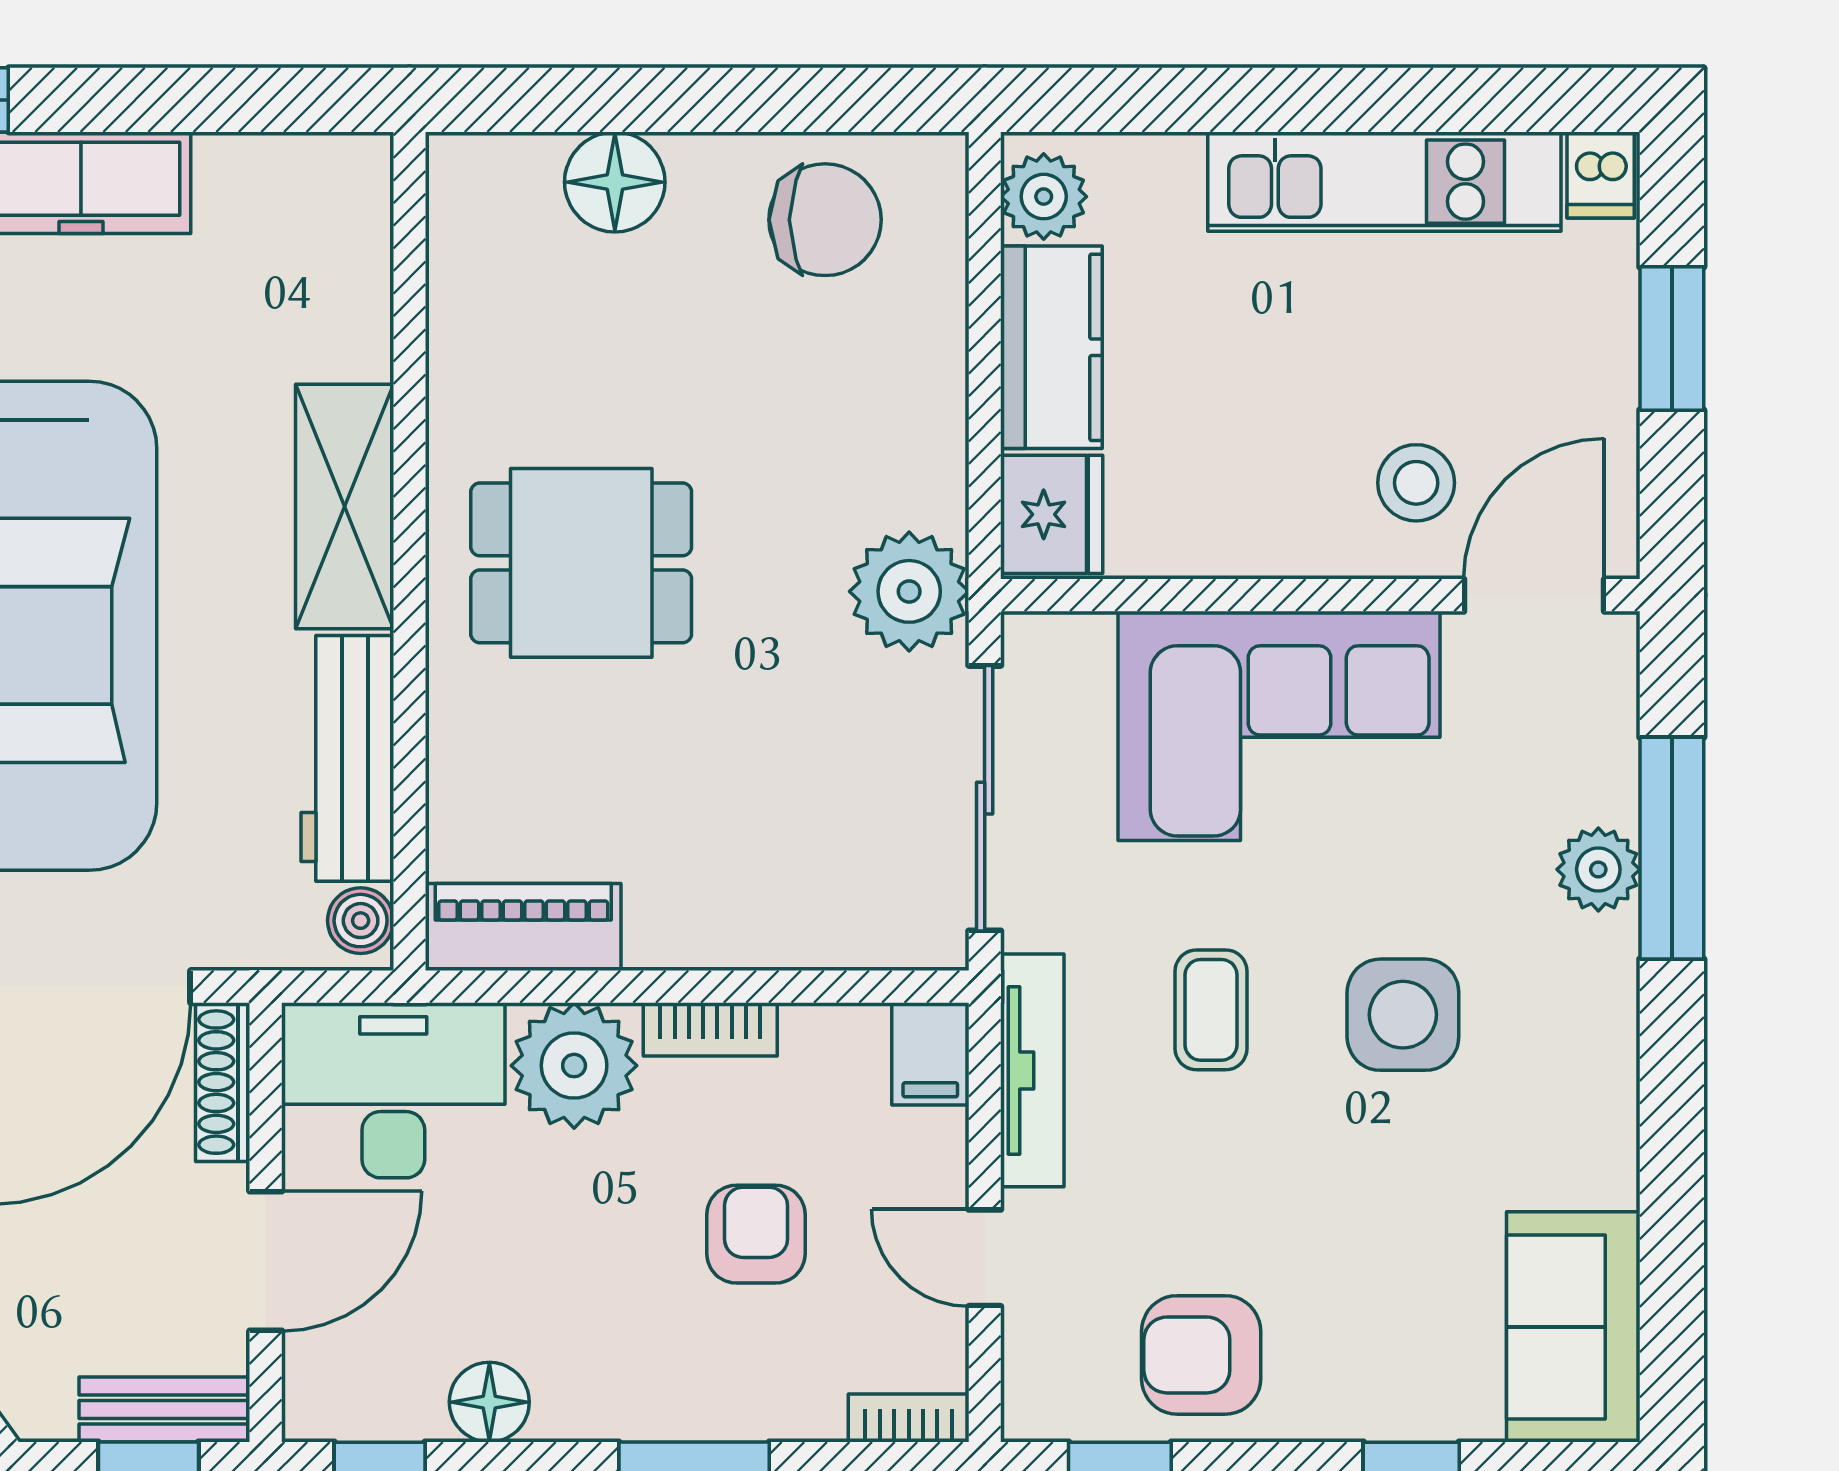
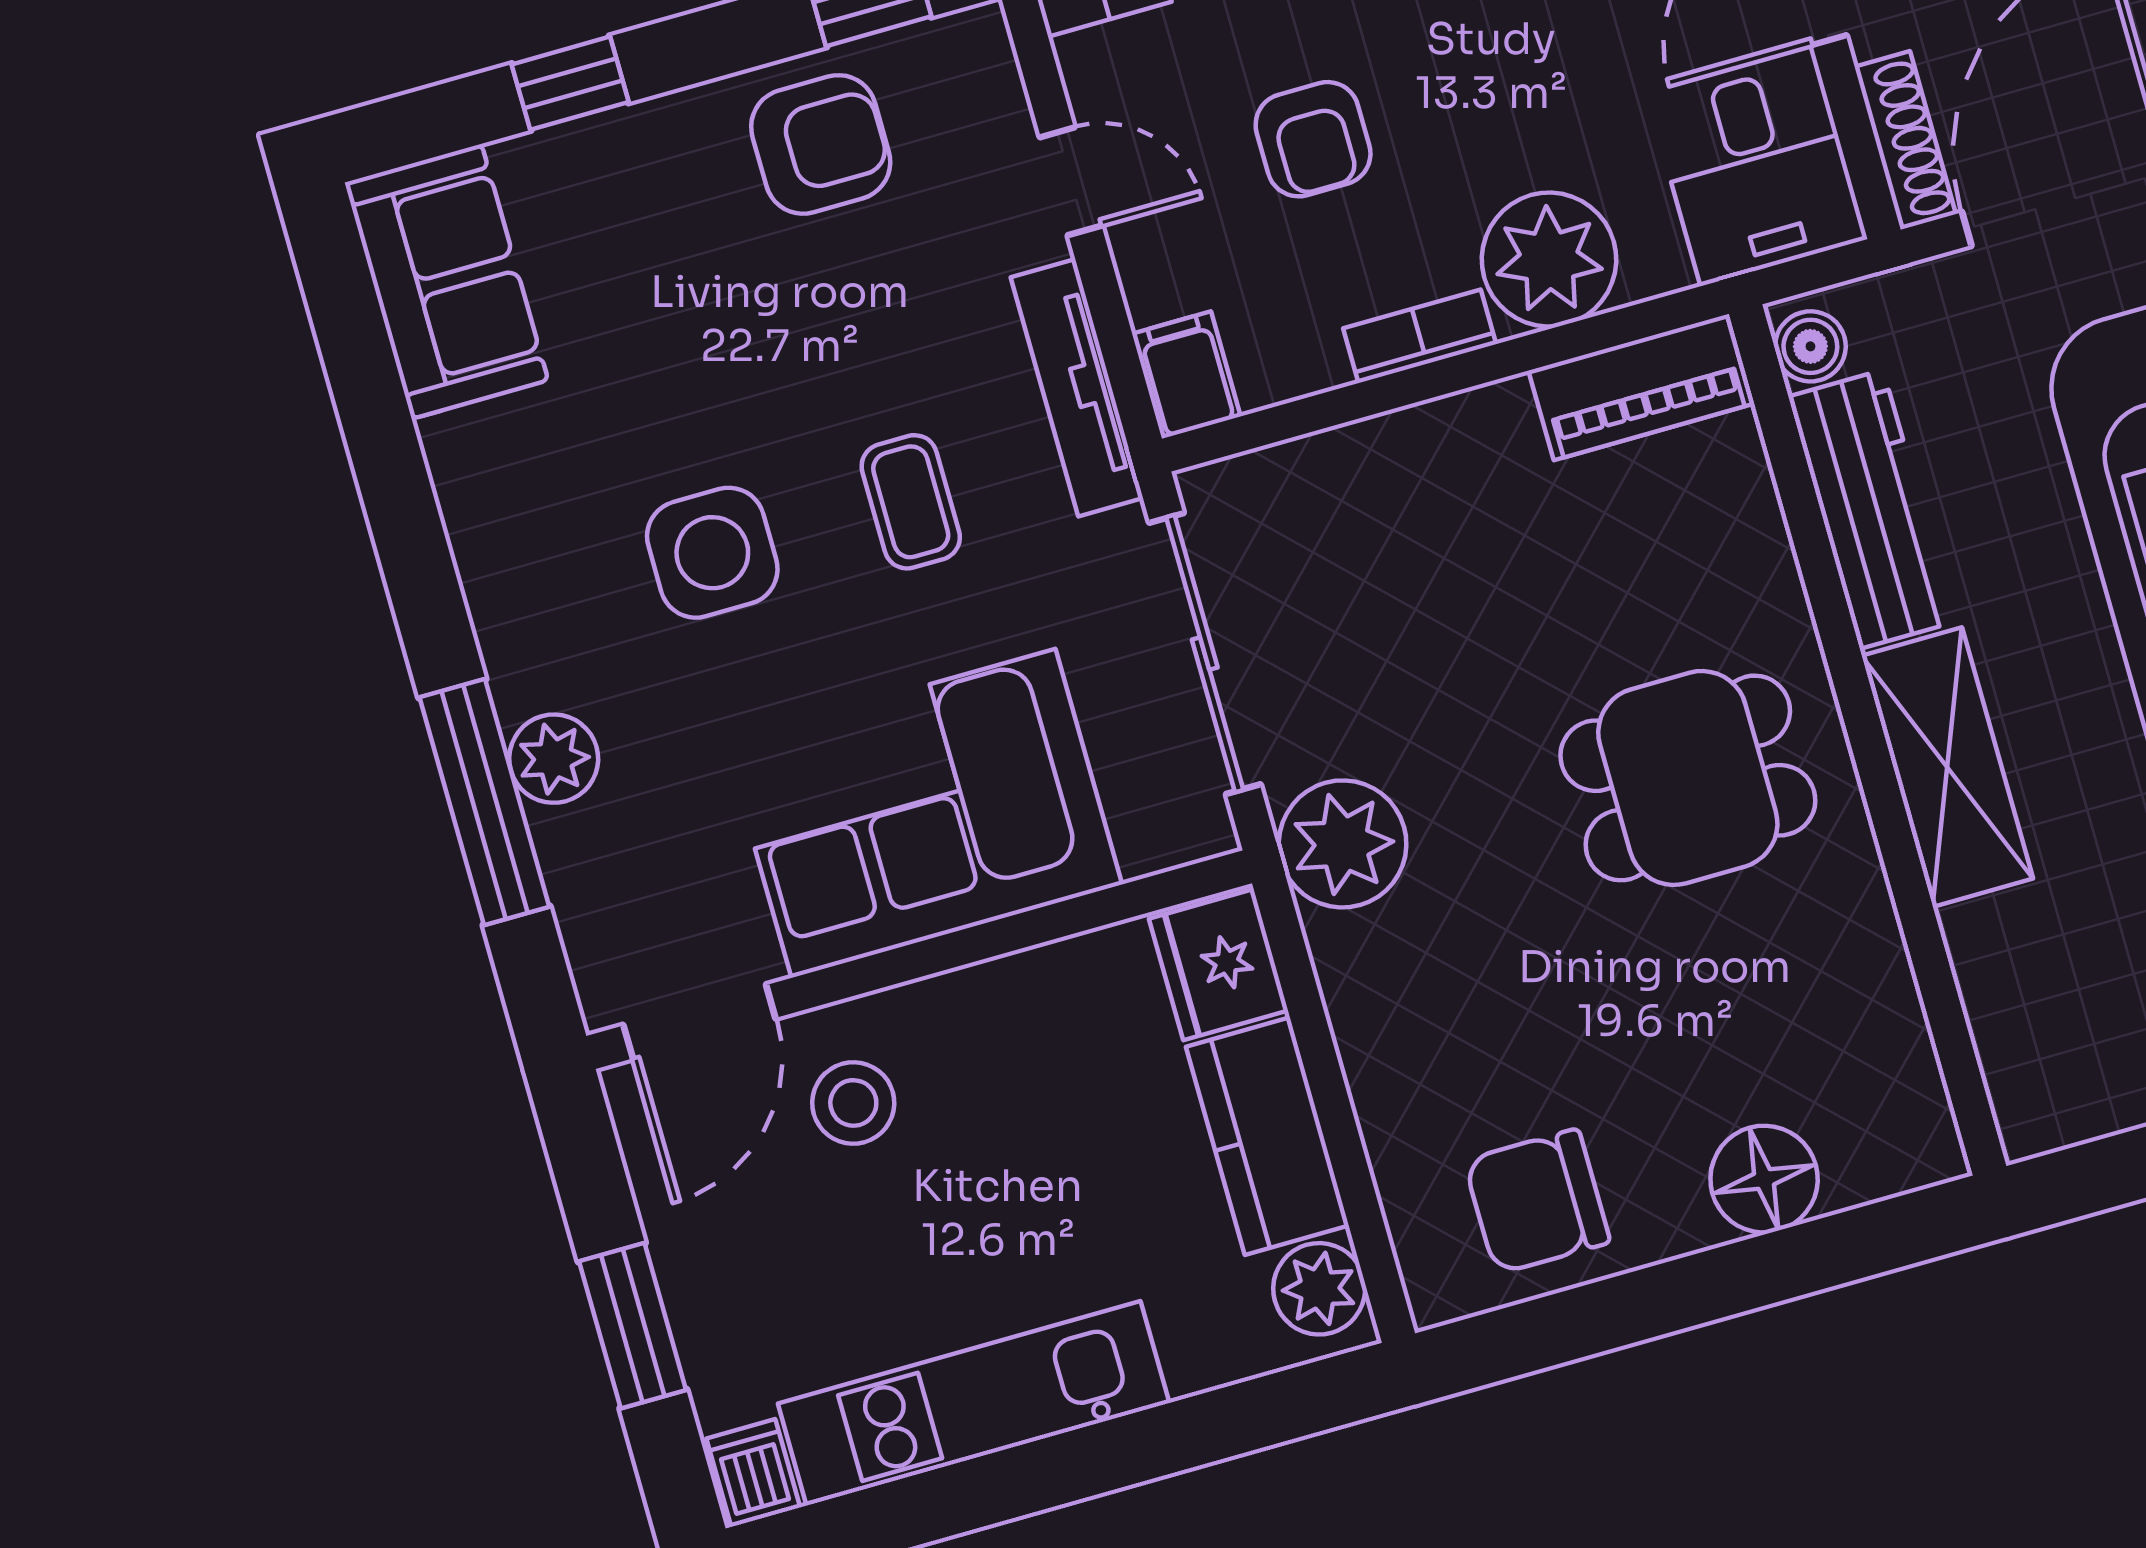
desk: (393, 1090) -> (1759, 173), width x0.73

